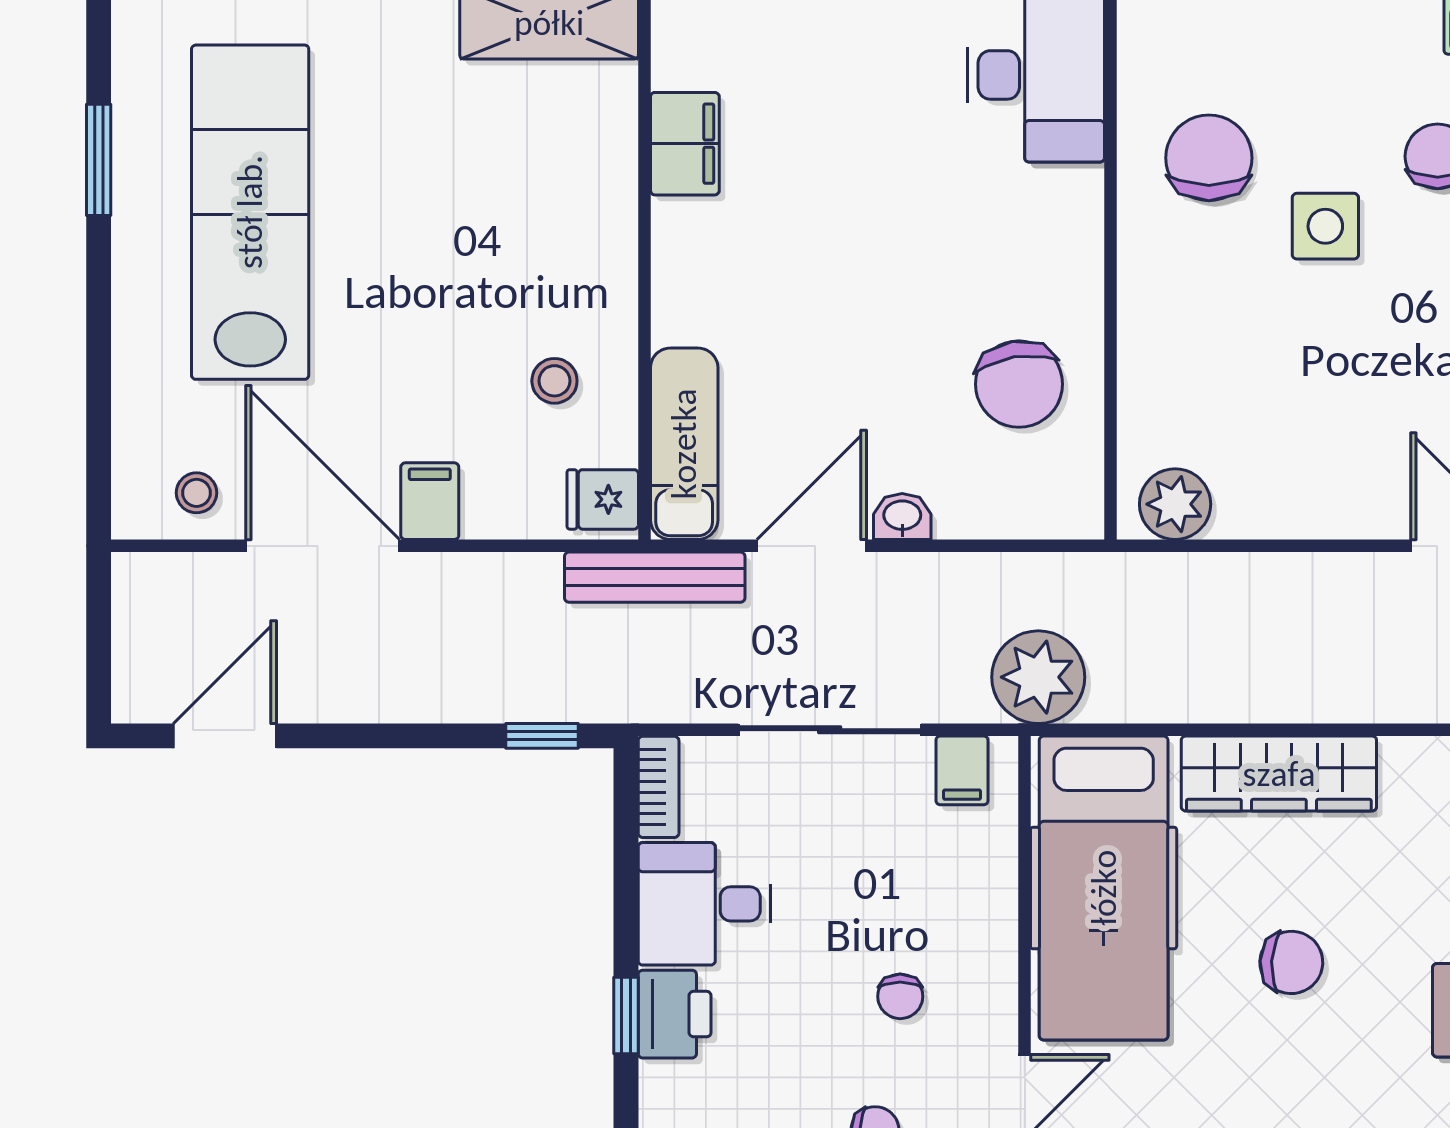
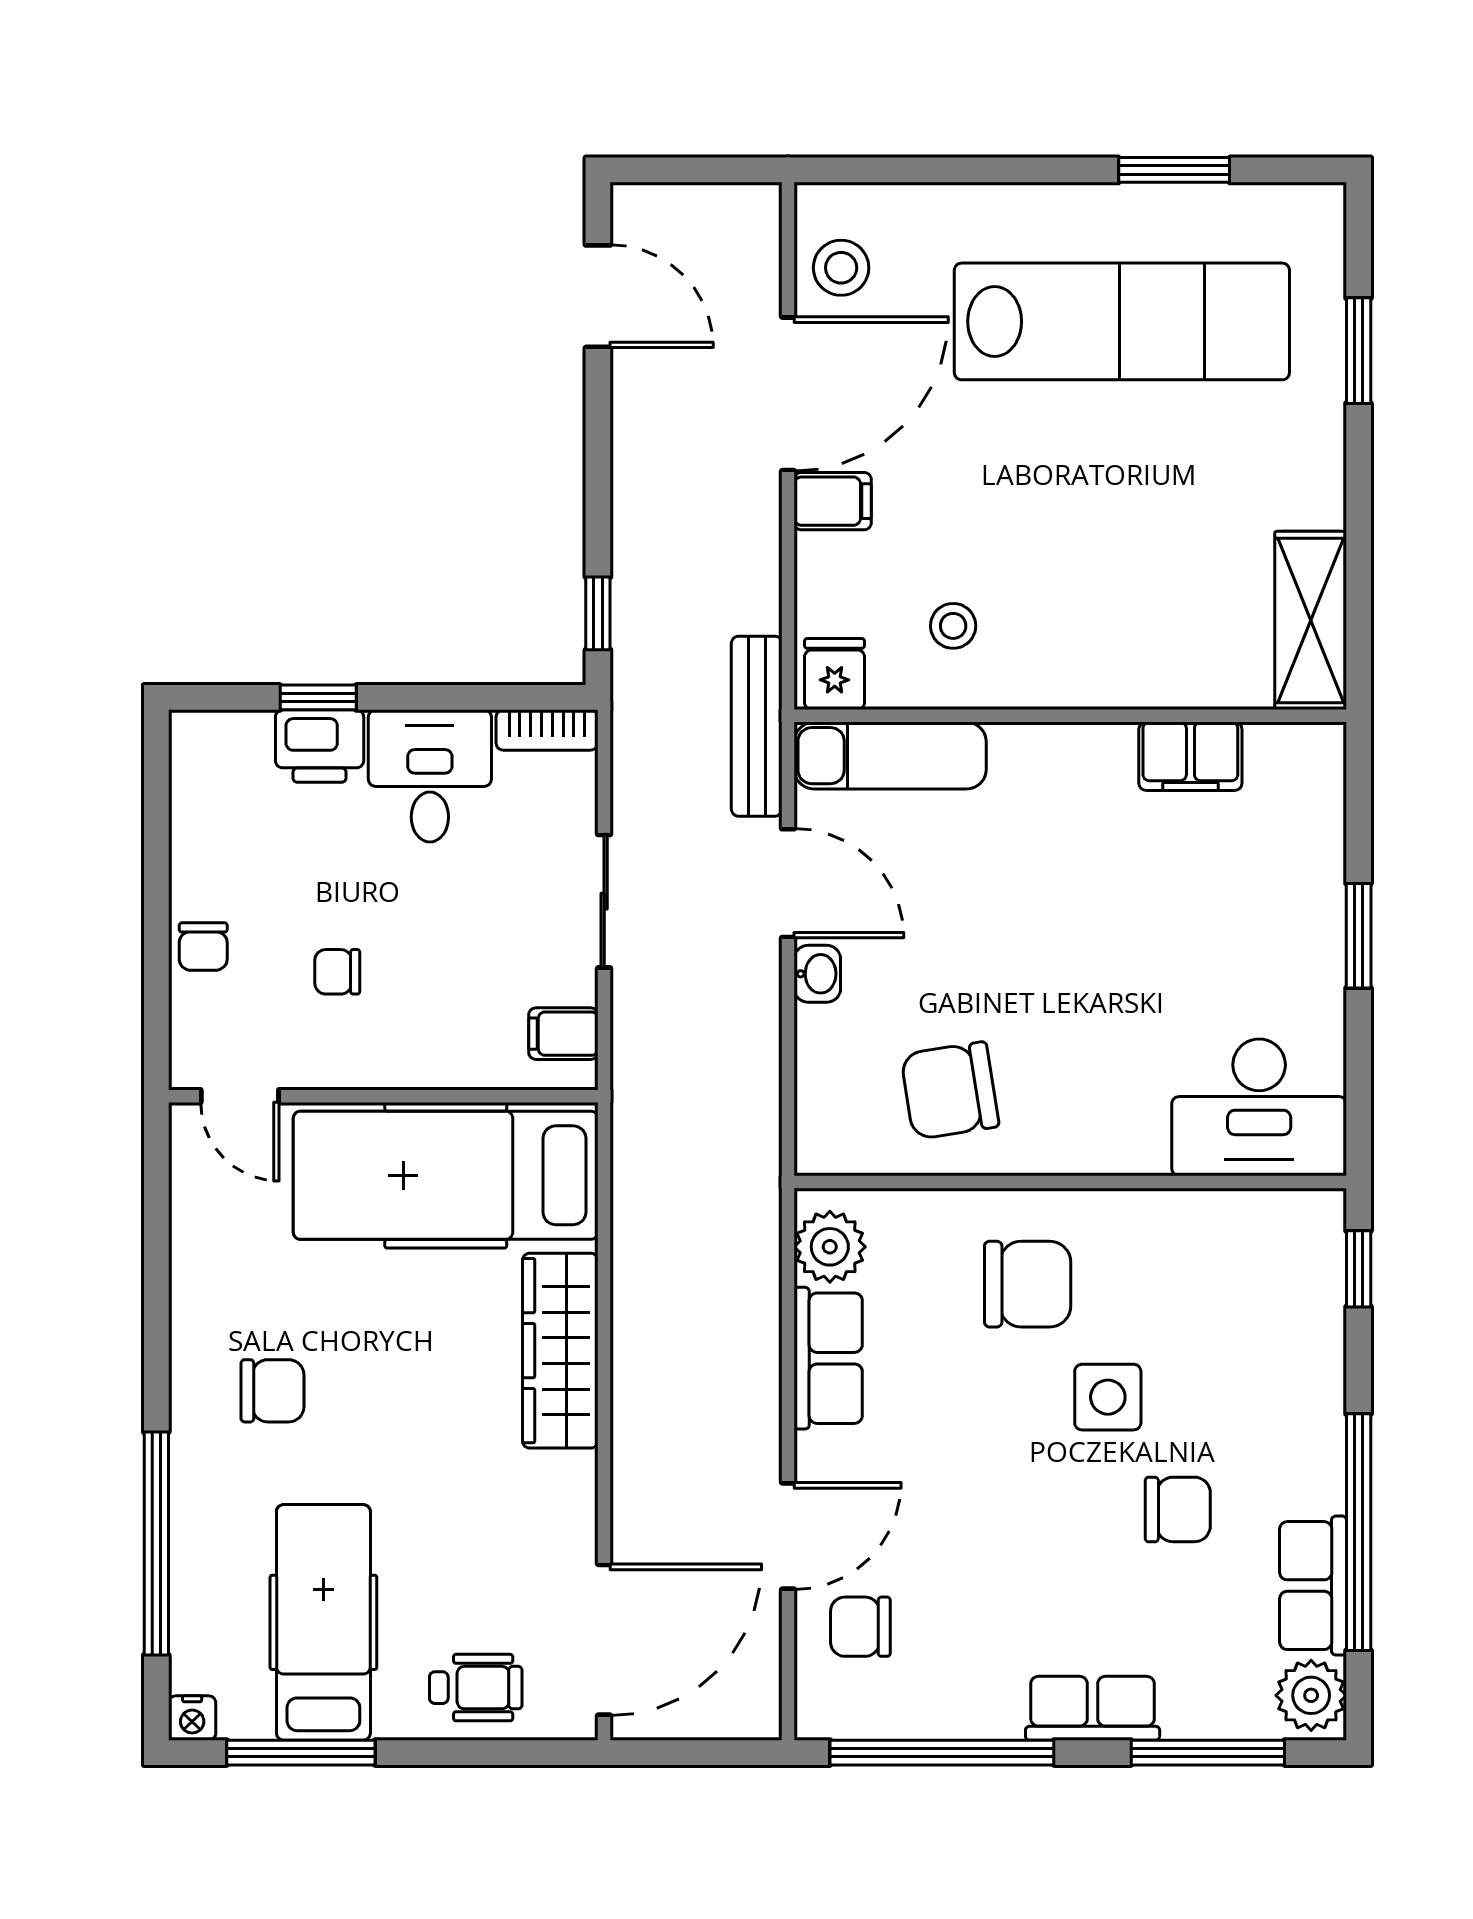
chair: (1209, 158) -> (1028, 1284), moved
stool: (196, 493) -> (841, 268), width x1.37, depth x1.37
row of seats: (1286, 506) -> (828, 1358), added
plant: (1038, 677) -> (657, 1110), removed
sliding door: (830, 730) -> (604, 901), width x0.73
chair: (1291, 962) -> (272, 1391), moved, turned -93

